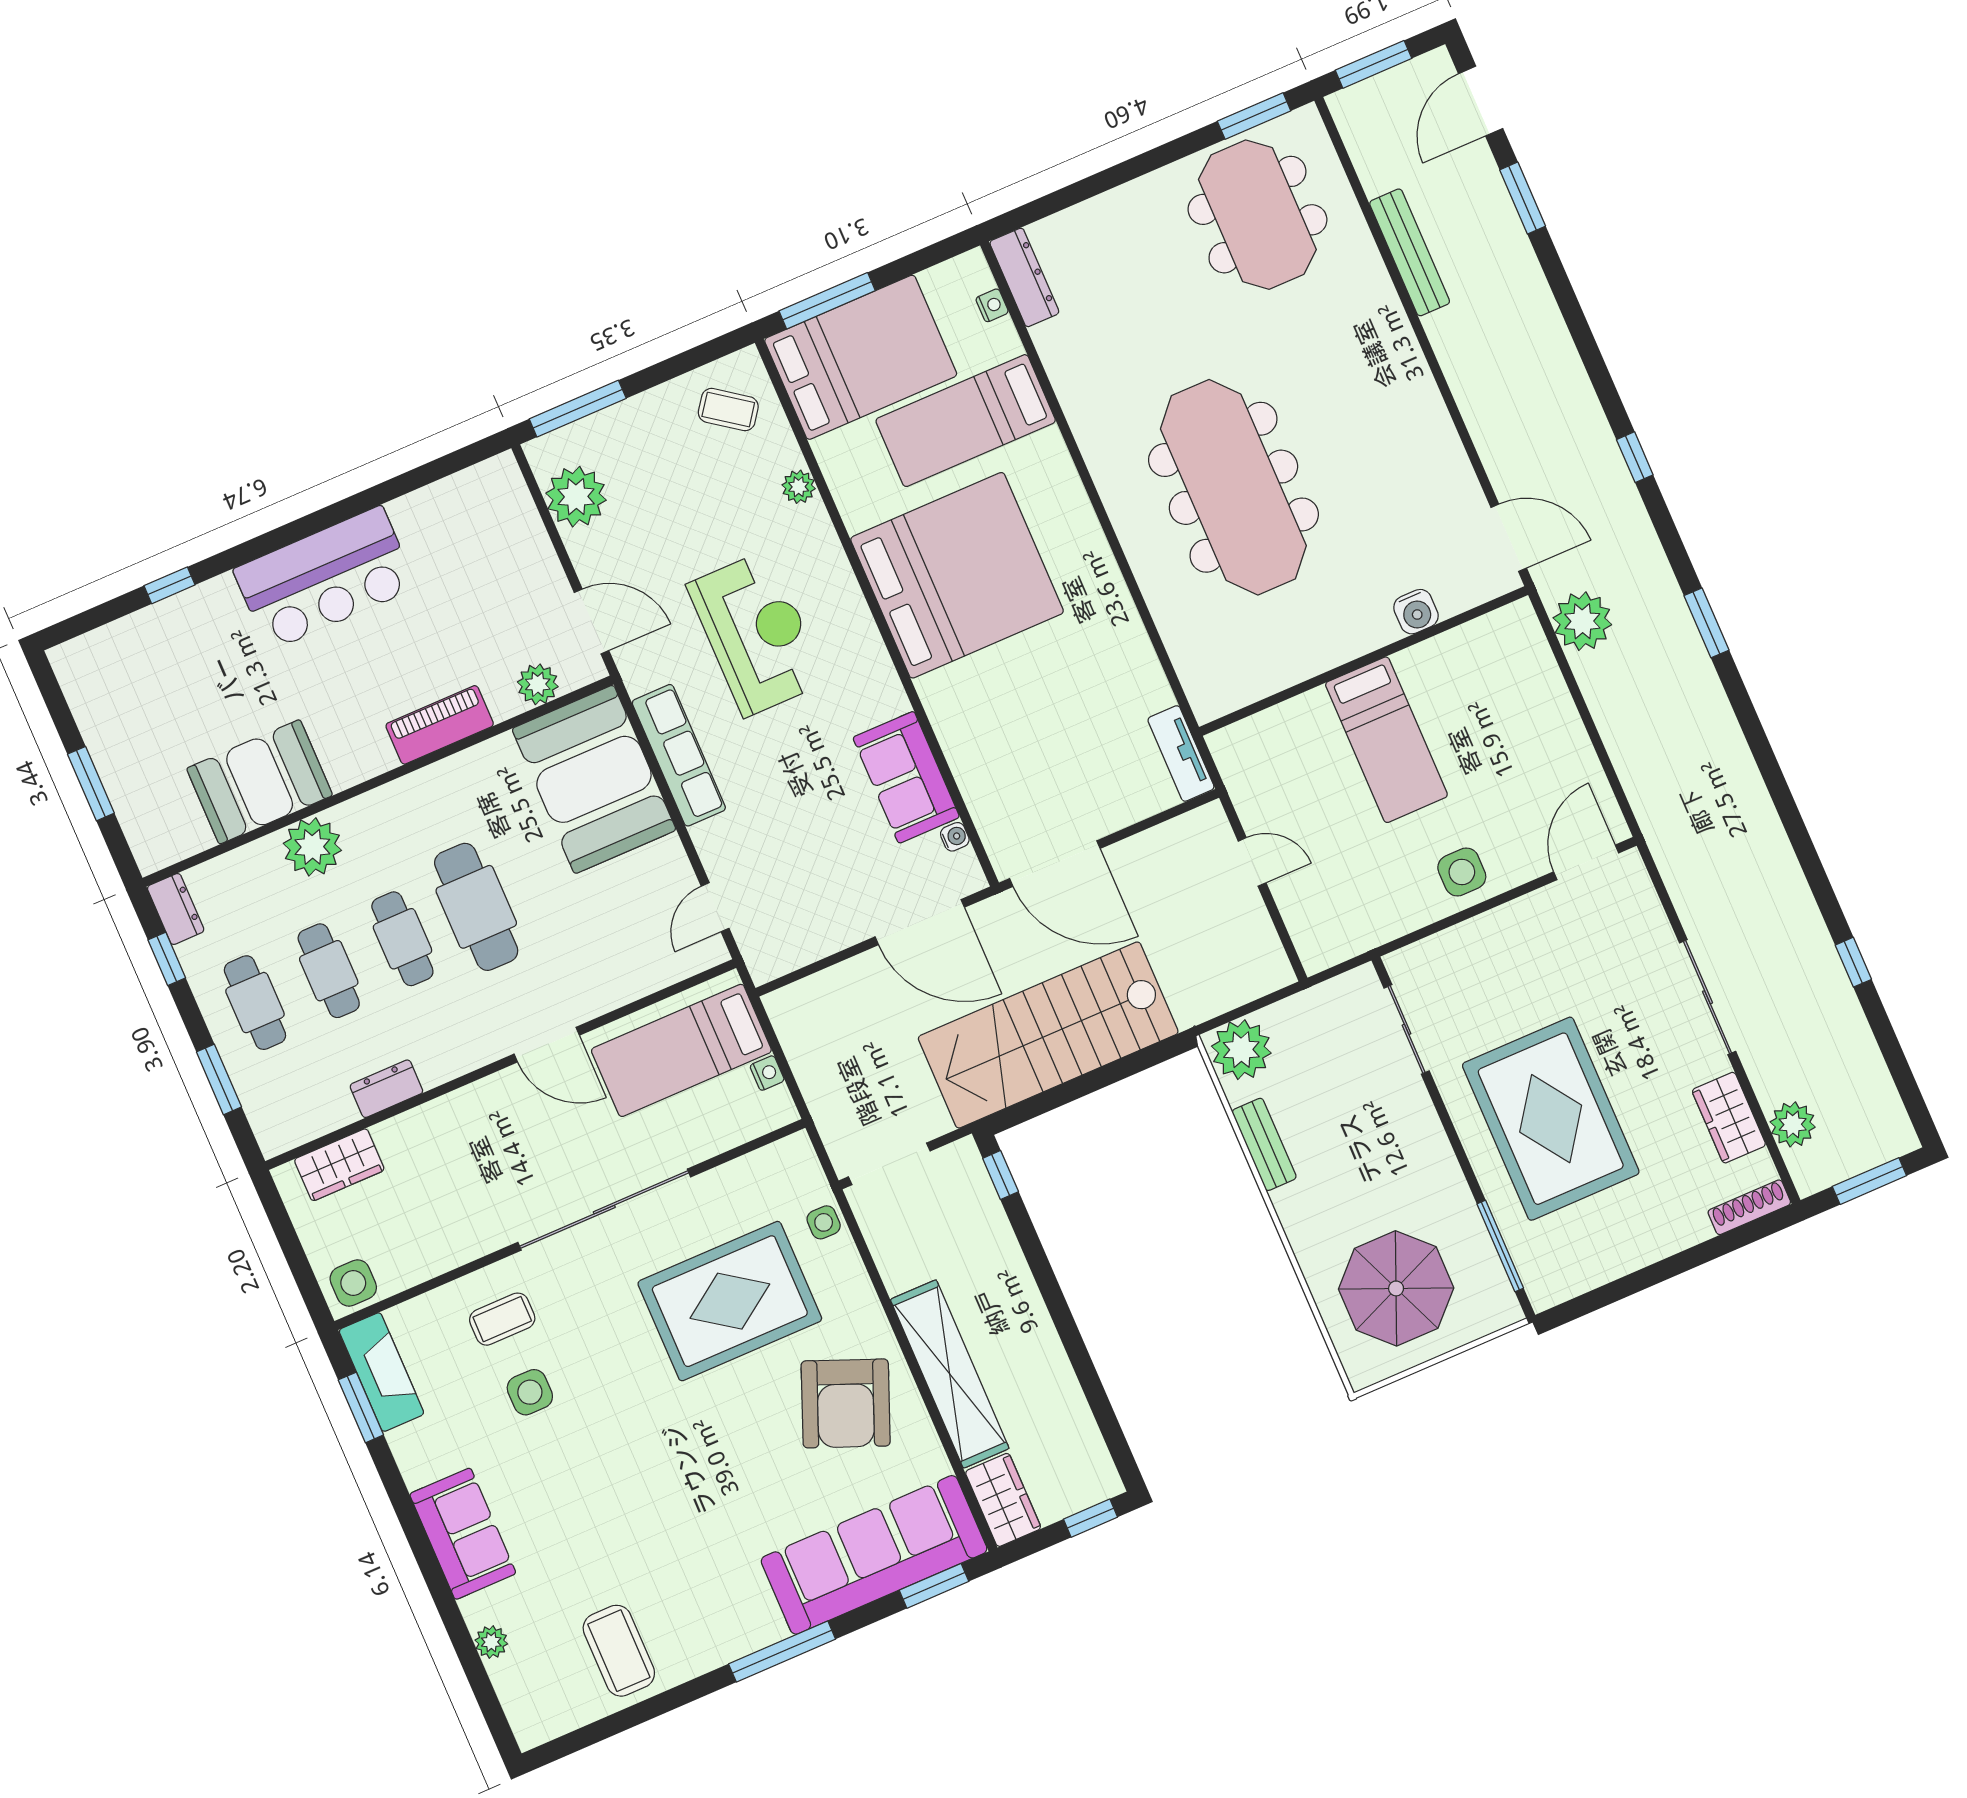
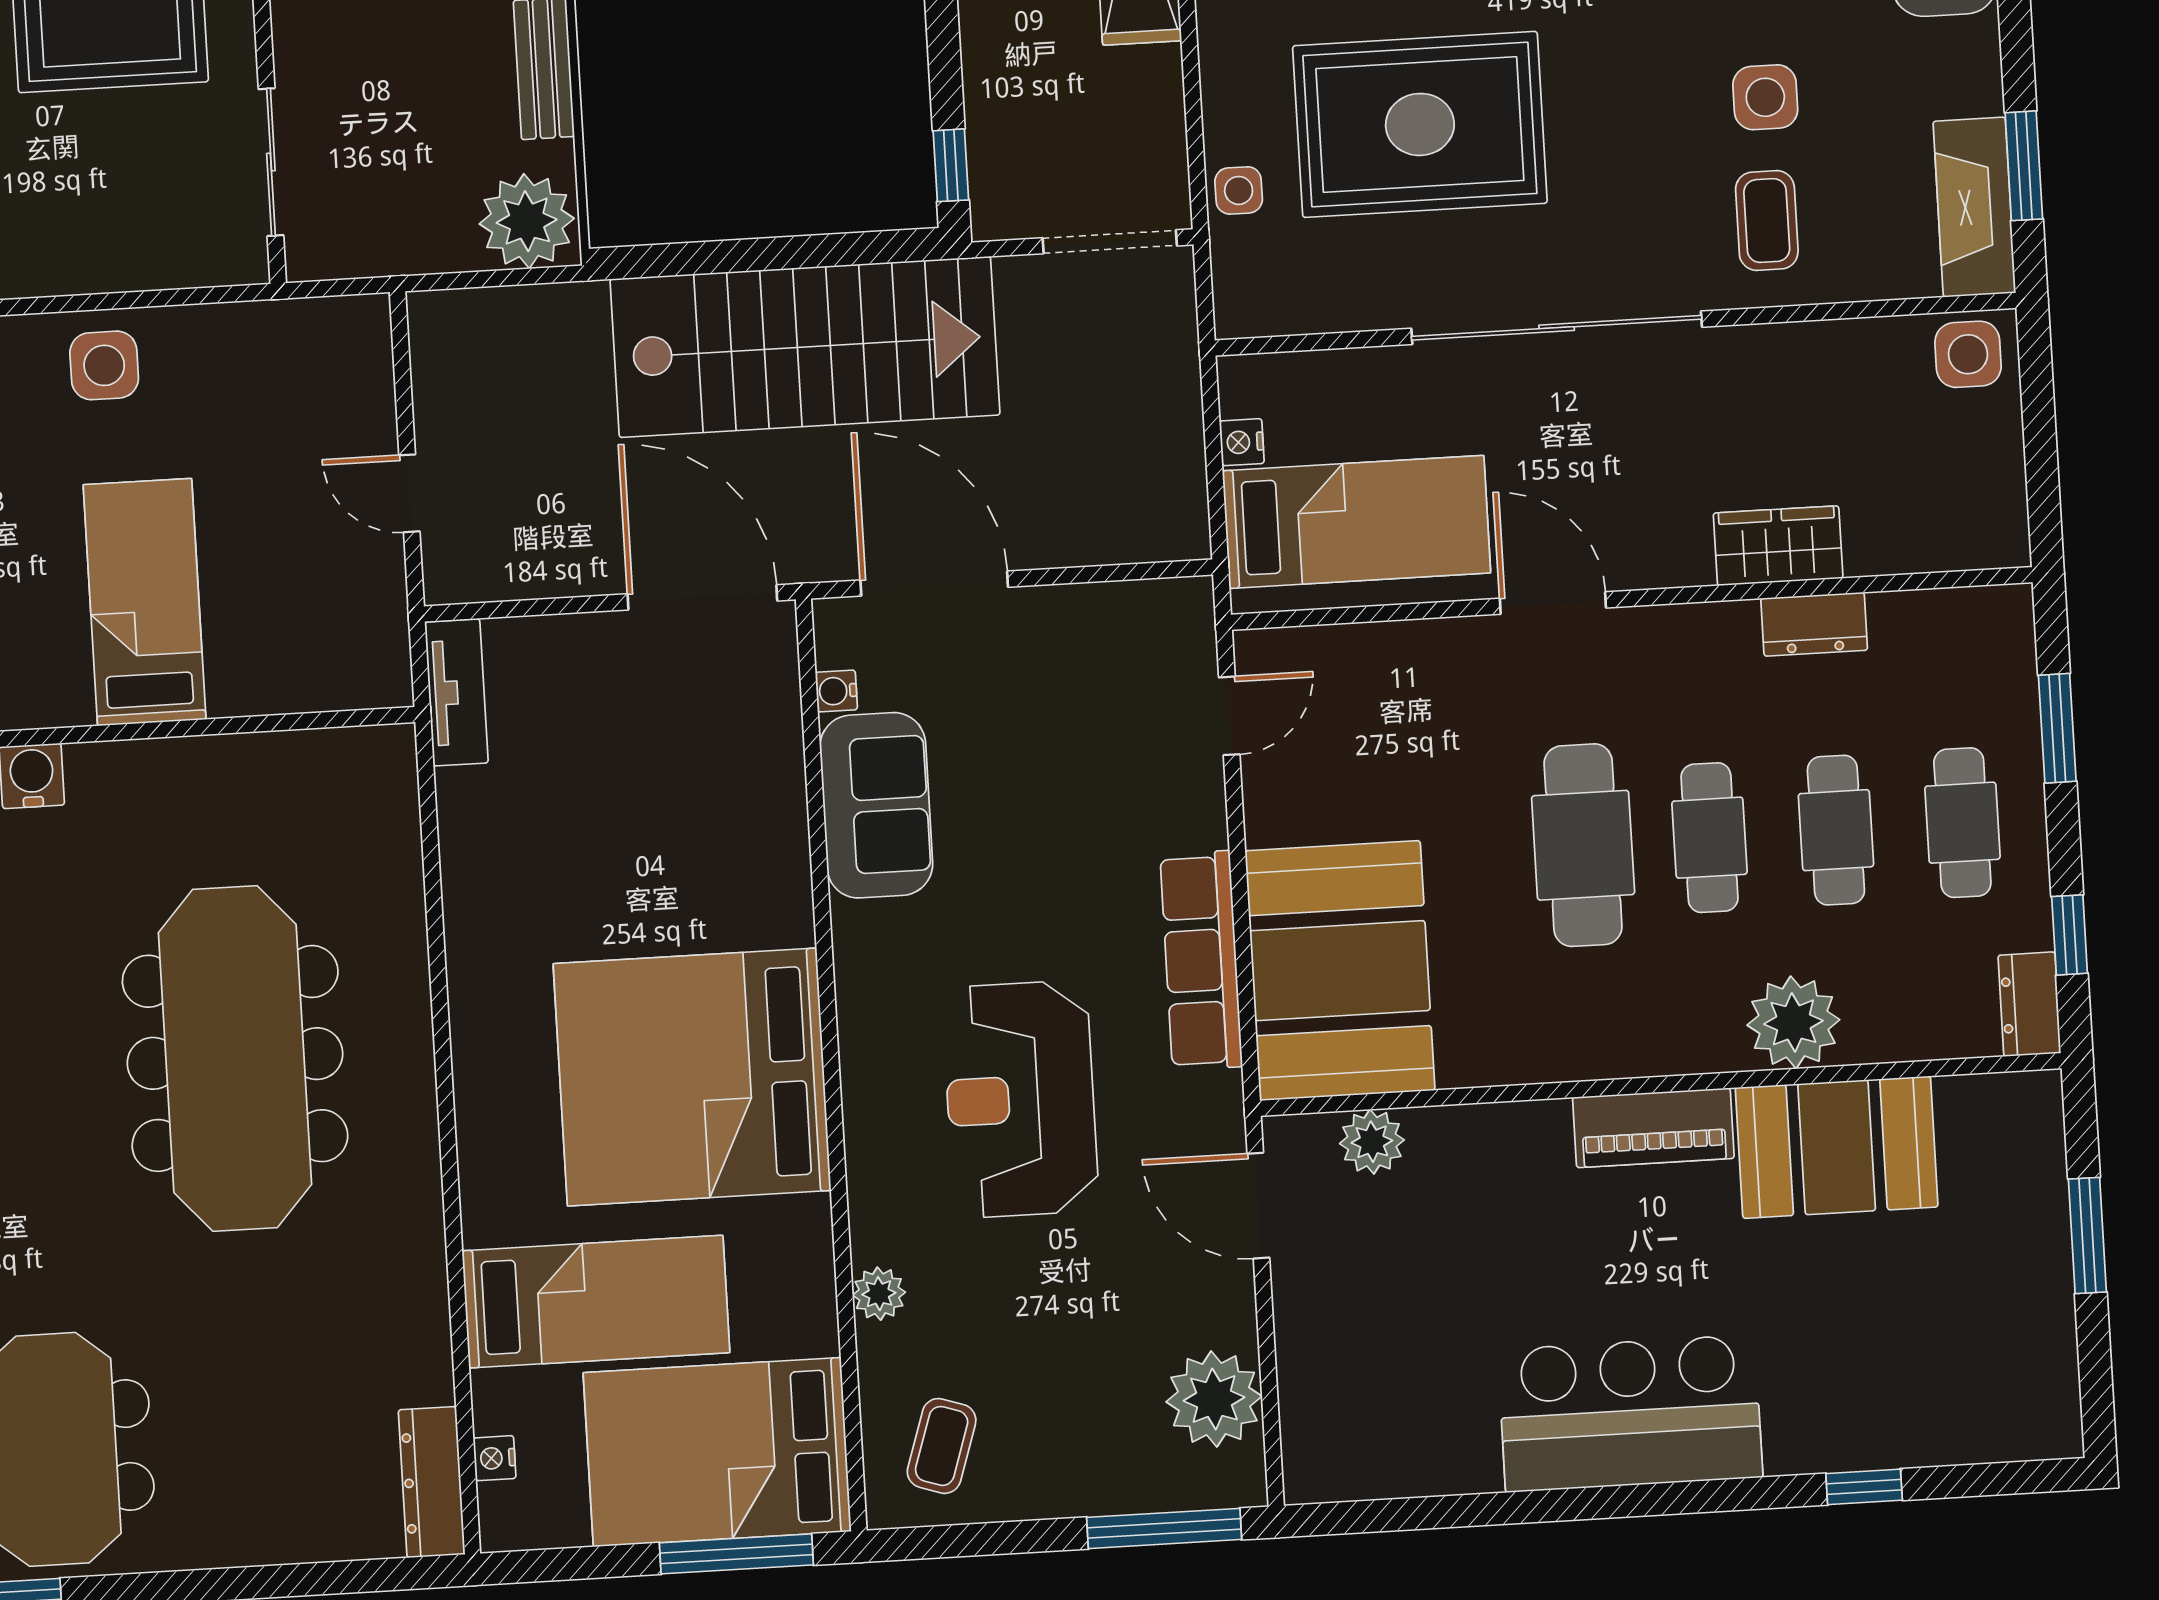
coffee table: (728, 410) -> (942, 1446), turned 72
piano: (440, 725) -> (1653, 1128), moved
wardrobe: (339, 1165) -> (1778, 546), moved
coffee table: (502, 1319) -> (1767, 221), turned 90

